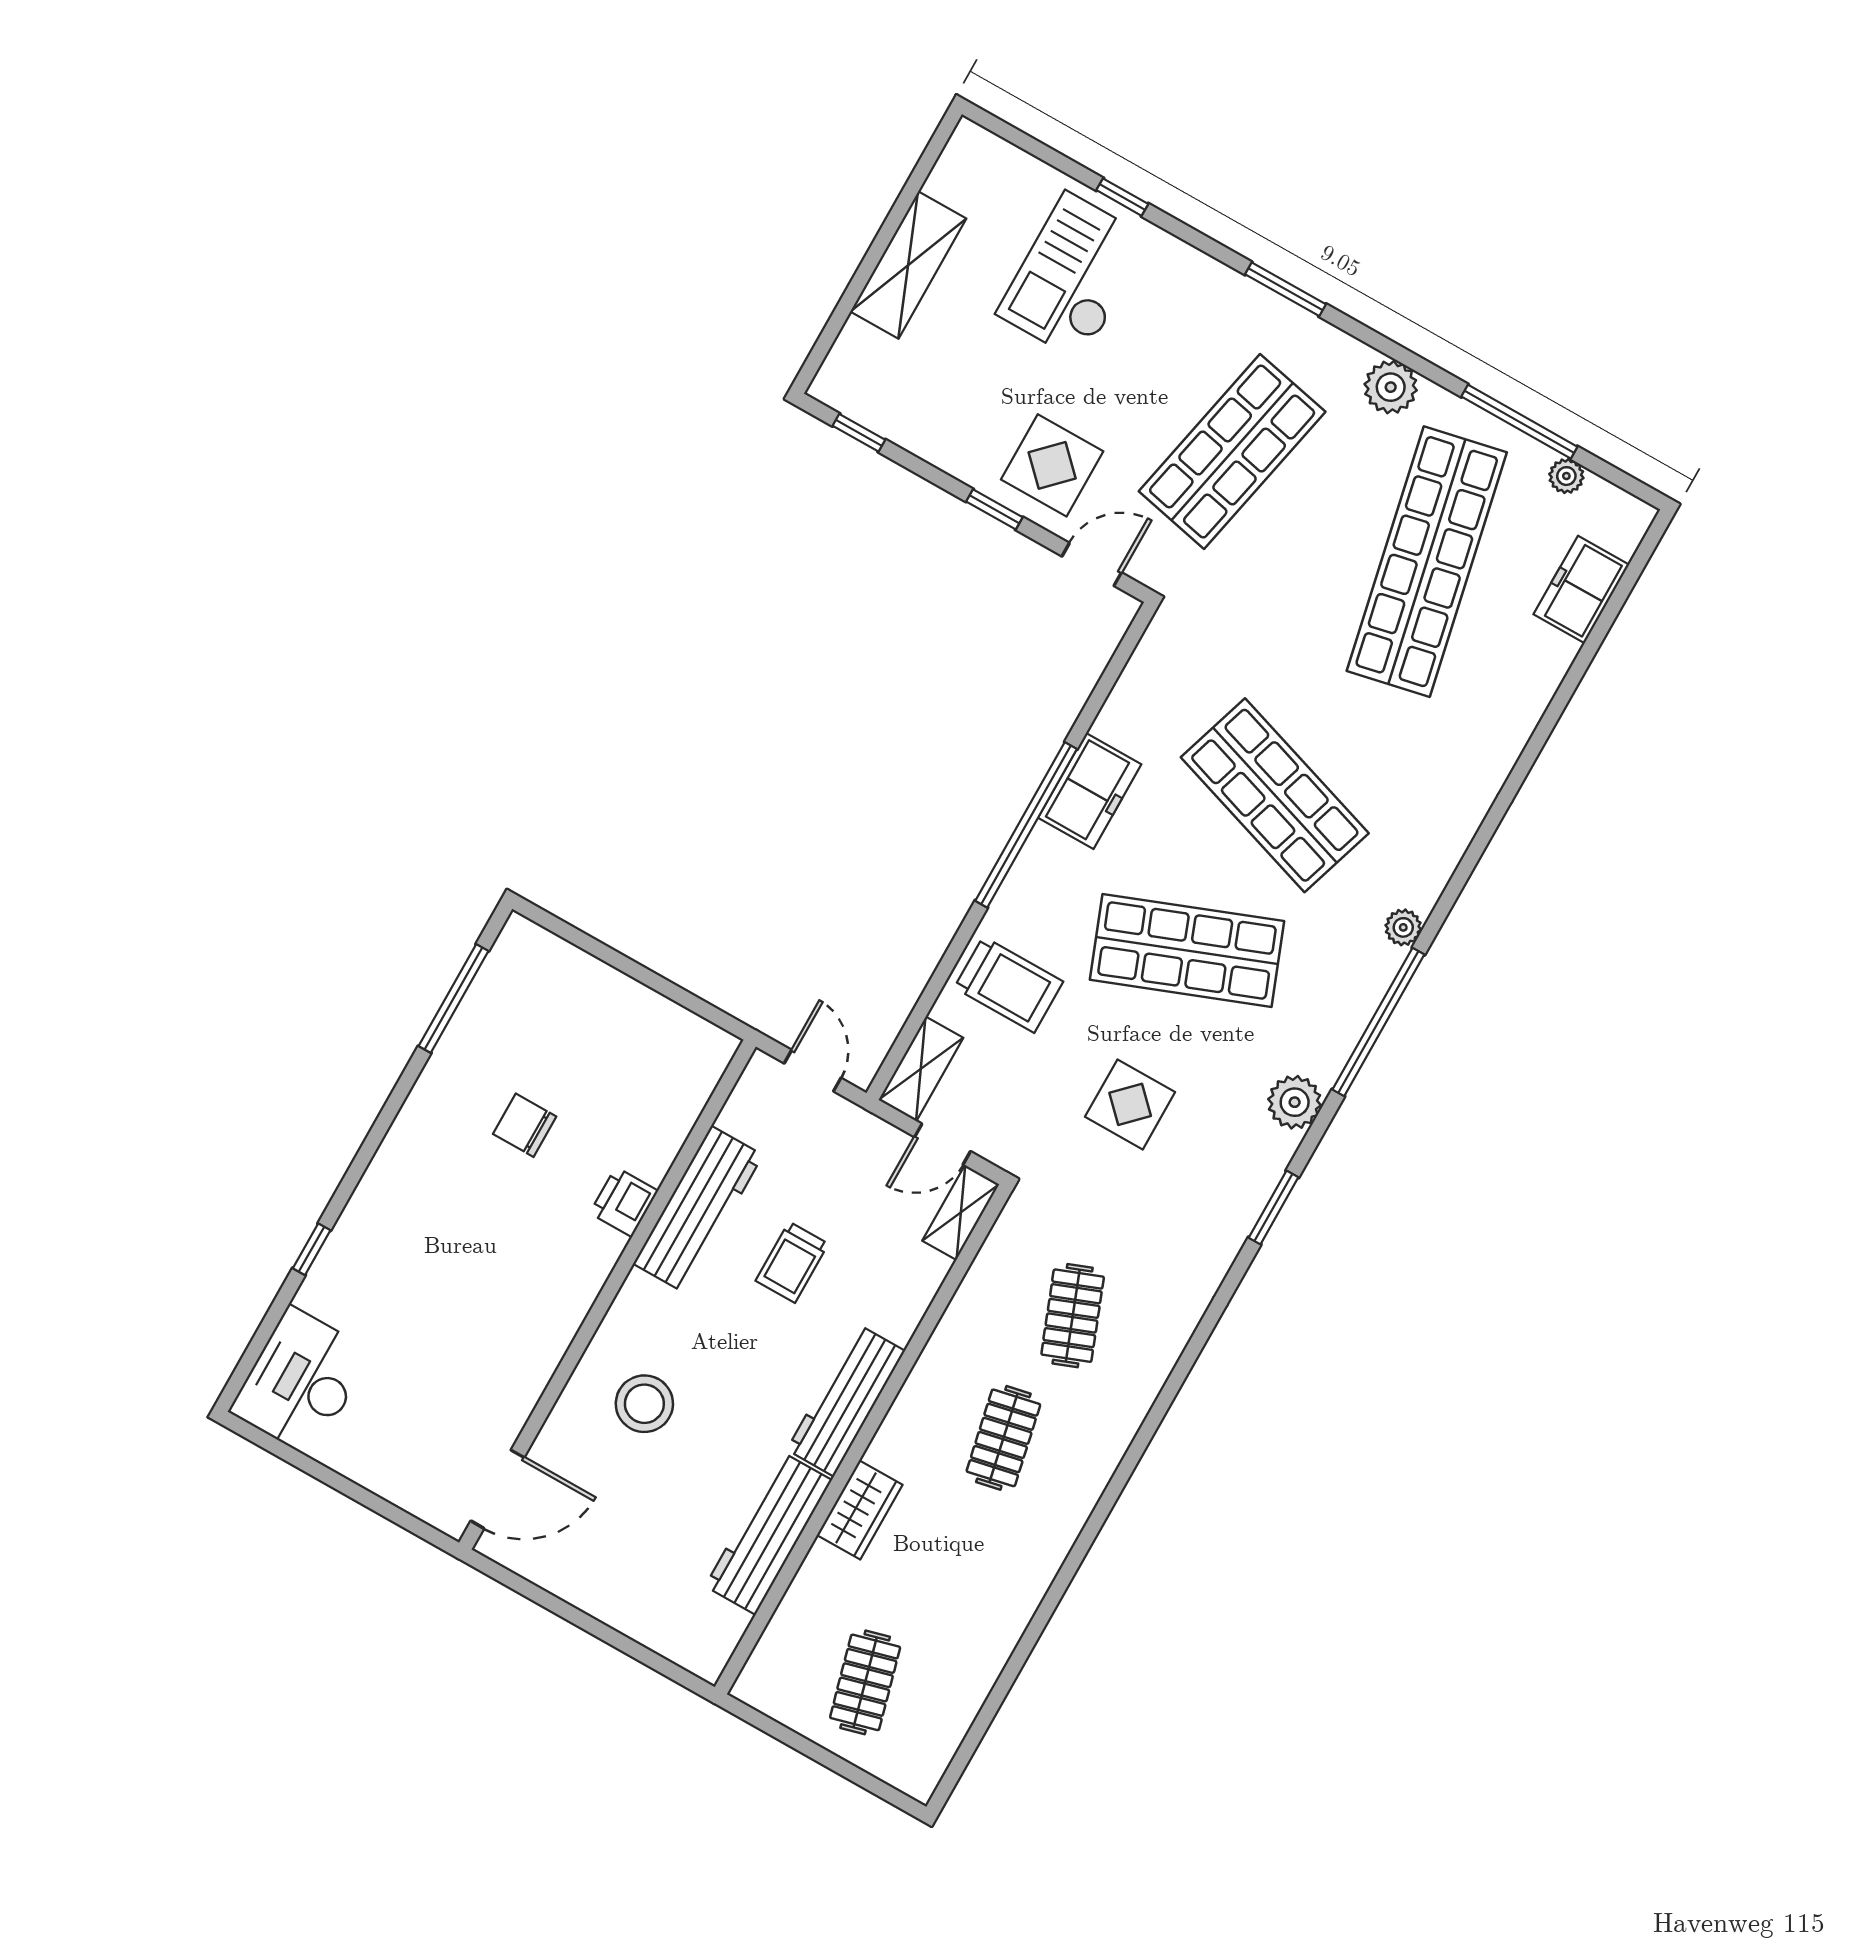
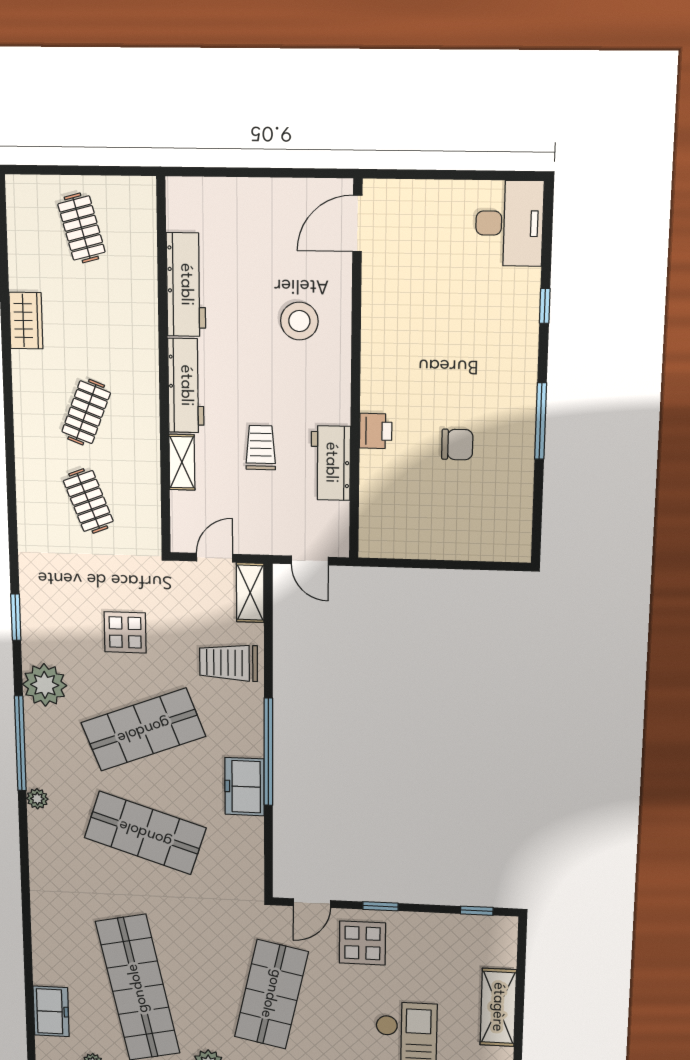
window: (453, 999) -> (541, 421), moved
plant: (1295, 1102) -> (45, 685), width x1.36, depth x1.36
workbench: (698, 1209) -> (331, 463), width x0.73
shelving: (961, 1213) -> (182, 462), moved
clothes rail: (1003, 1438) -> (86, 412), turned 33
wardrobe: (860, 1510) -> (26, 321), moved, turned 180

